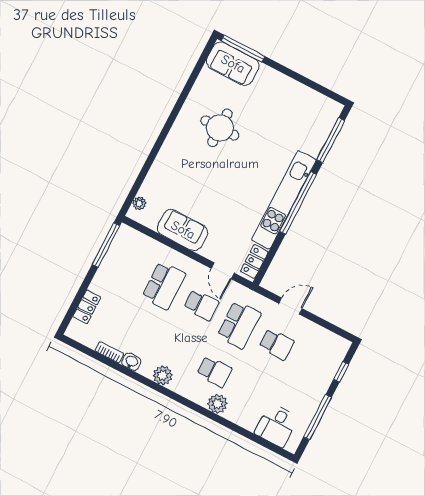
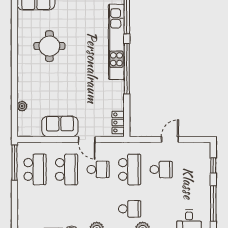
kitchen unit: (284, 200) -> (116, 42), moved
plant: (139, 203) -> (22, 106), moved
school desk: (126, 266) -> (35, 169), added
door: (223, 271) -> (87, 139), moved
door: (290, 306) -> (170, 139), moved
locker: (87, 307) -> (23, 210), removed

